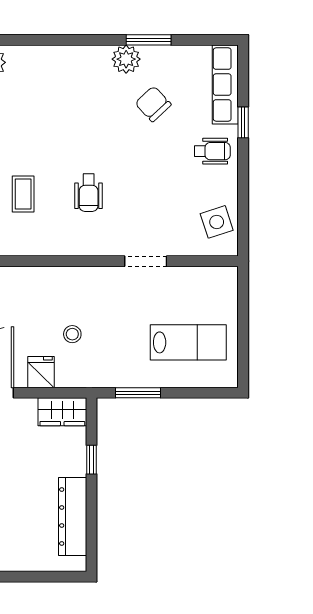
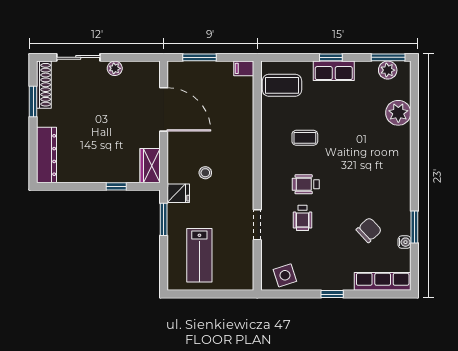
water cooler: (170, 54) -> (404, 242), added
plant: (126, 59) -> (401, 211), removed
window: (243, 122) -> (332, 294), moved
wheelchair: (212, 151) -> (303, 218), moved
fridge: (41, 372) -> (178, 193), moved
dresser: (73, 516) -> (46, 155), moved, turned 90

